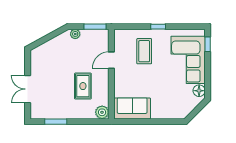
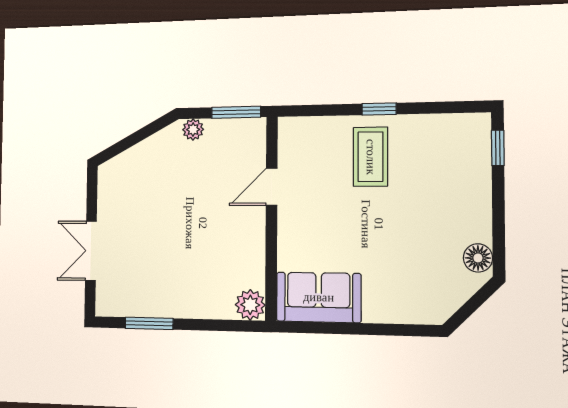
coffee table: (144, 51) -> (371, 157), moved
corner sofa: (188, 60) -> (450, 185), removed
rug: (83, 86) -> (208, 245), removed

